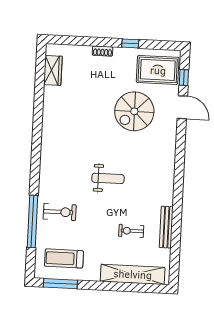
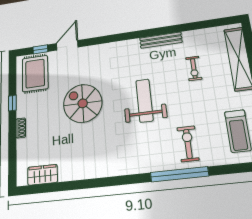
spiral stairs: (134, 111) -> (83, 103), moved, turned 180
weight bench: (108, 178) -> (144, 101), width x1.36, depth x1.33
window: (33, 221) -> (179, 174), moved
bench: (166, 227) -> (161, 40), moved

